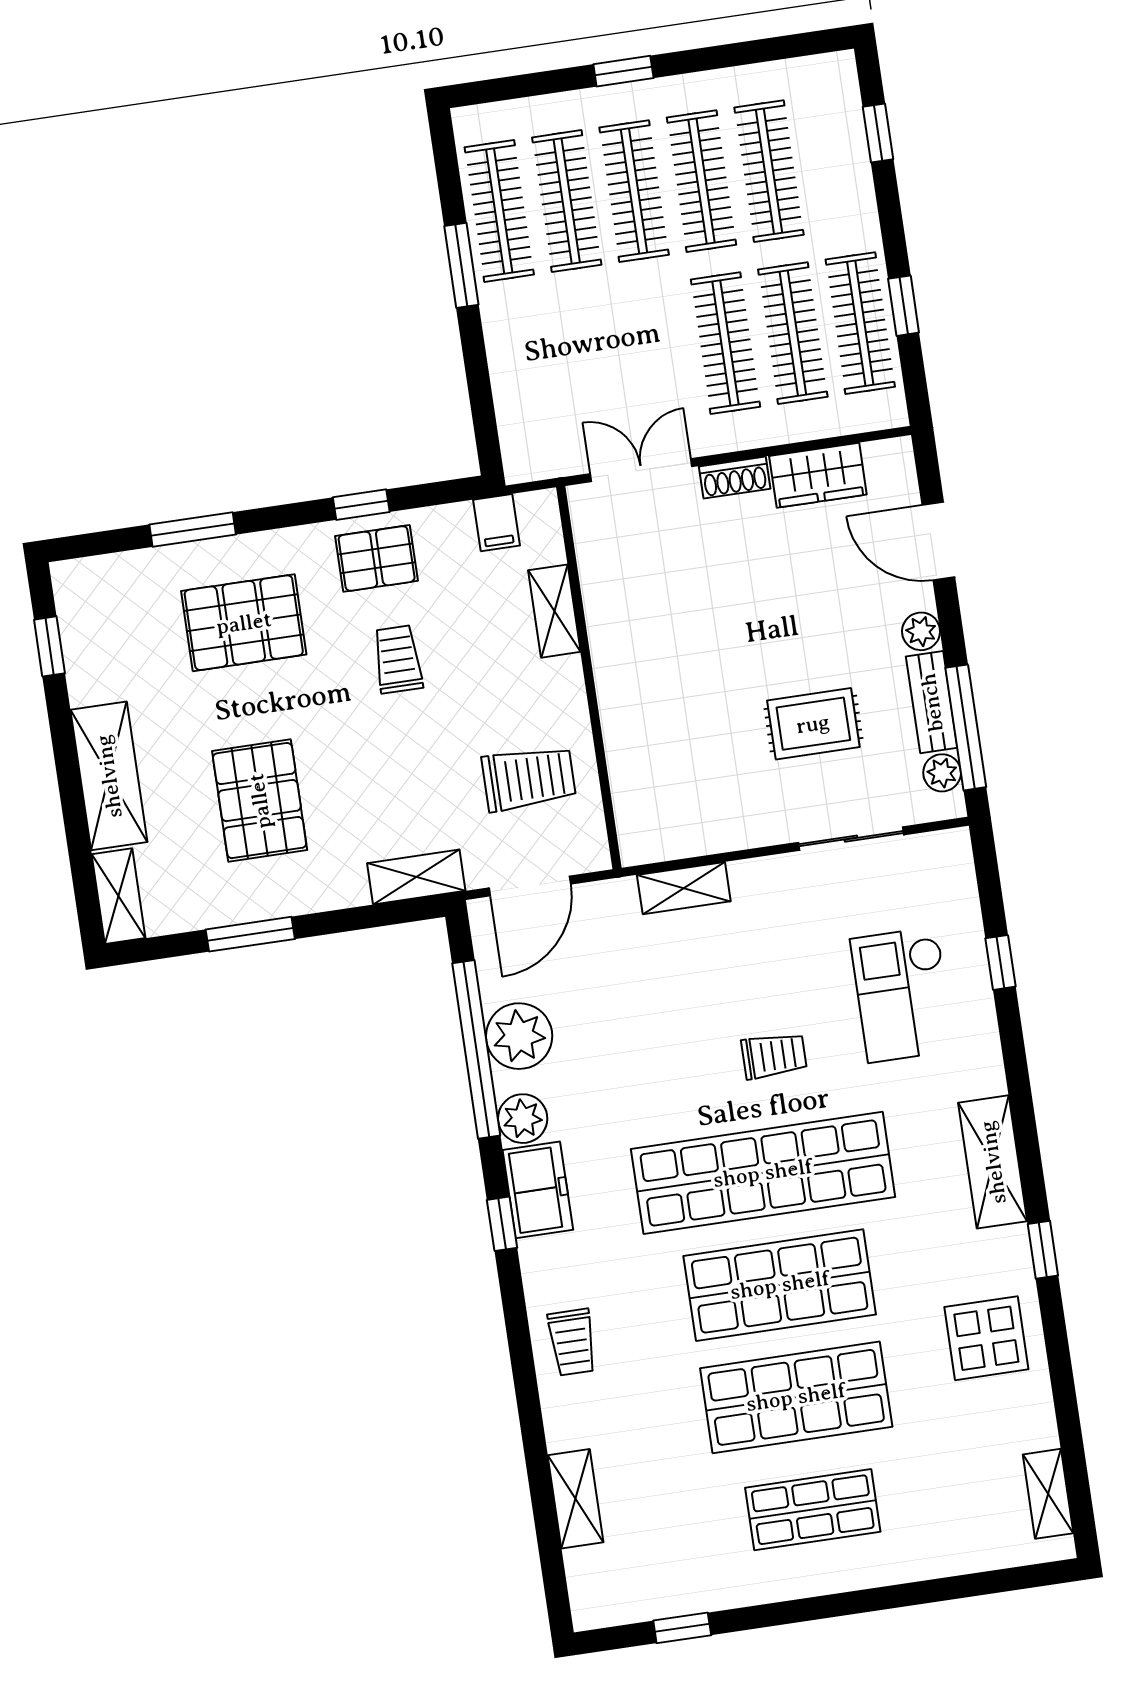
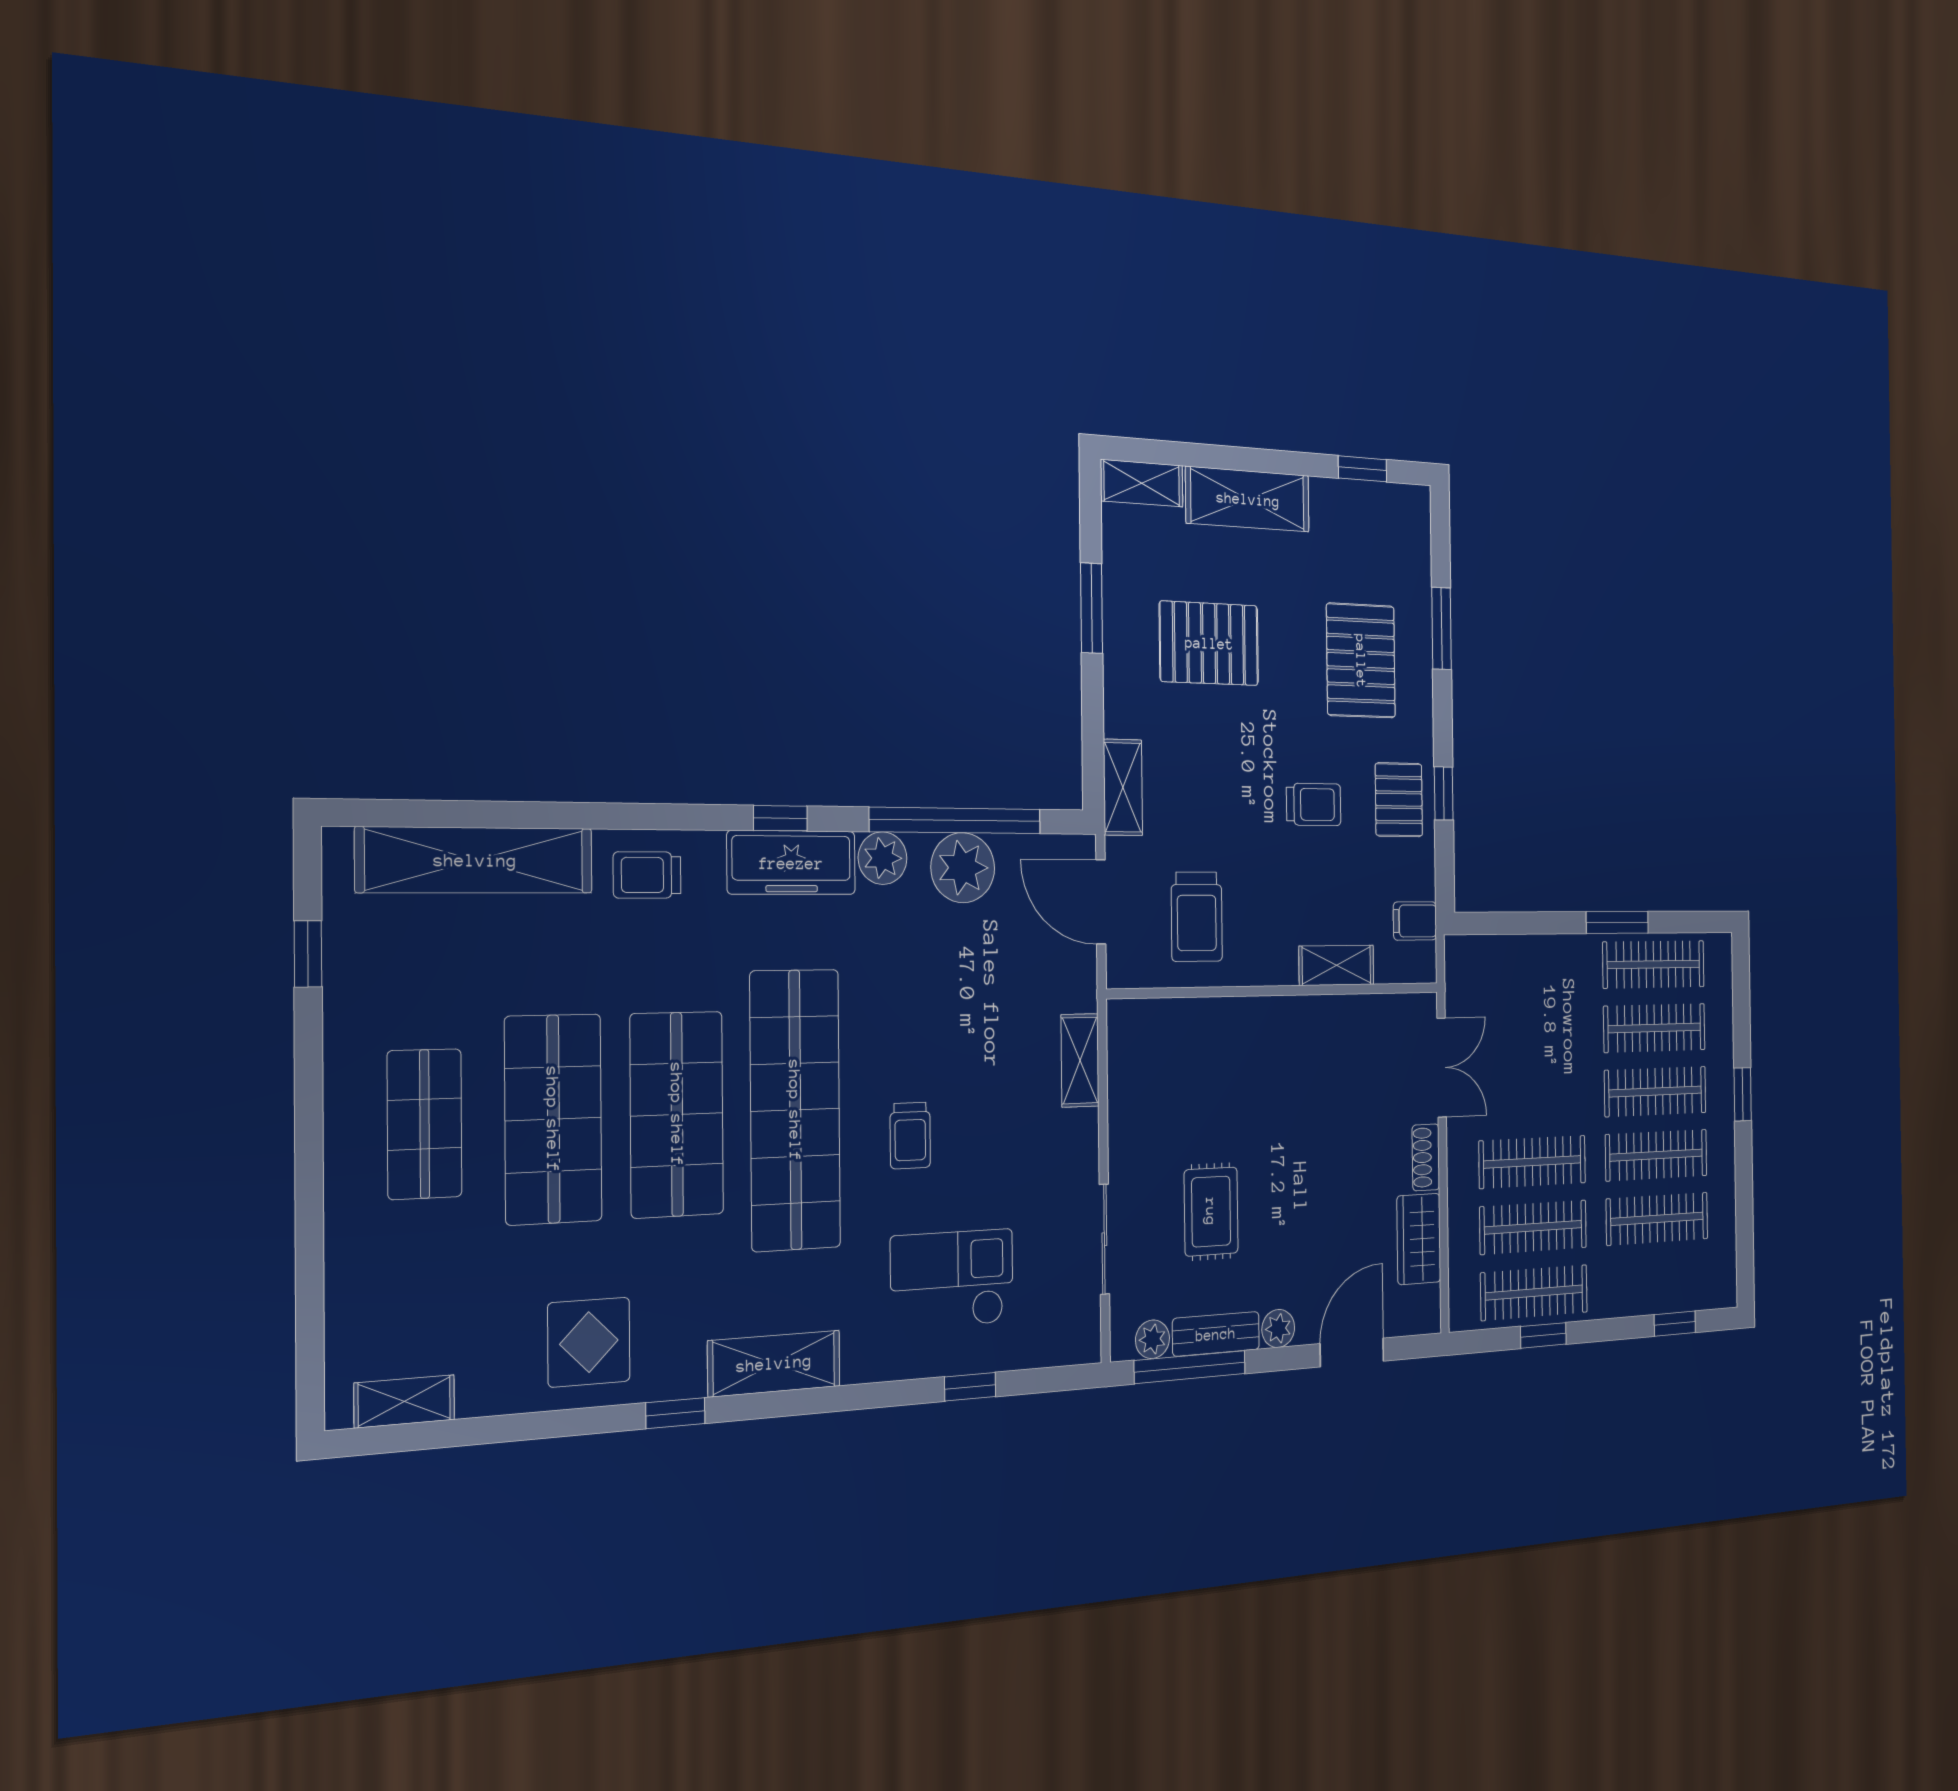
freezer: (538, 1190) -> (791, 863), width x1.40
shelving: (576, 1499) -> (475, 860), width x2.20, depth x1.33

